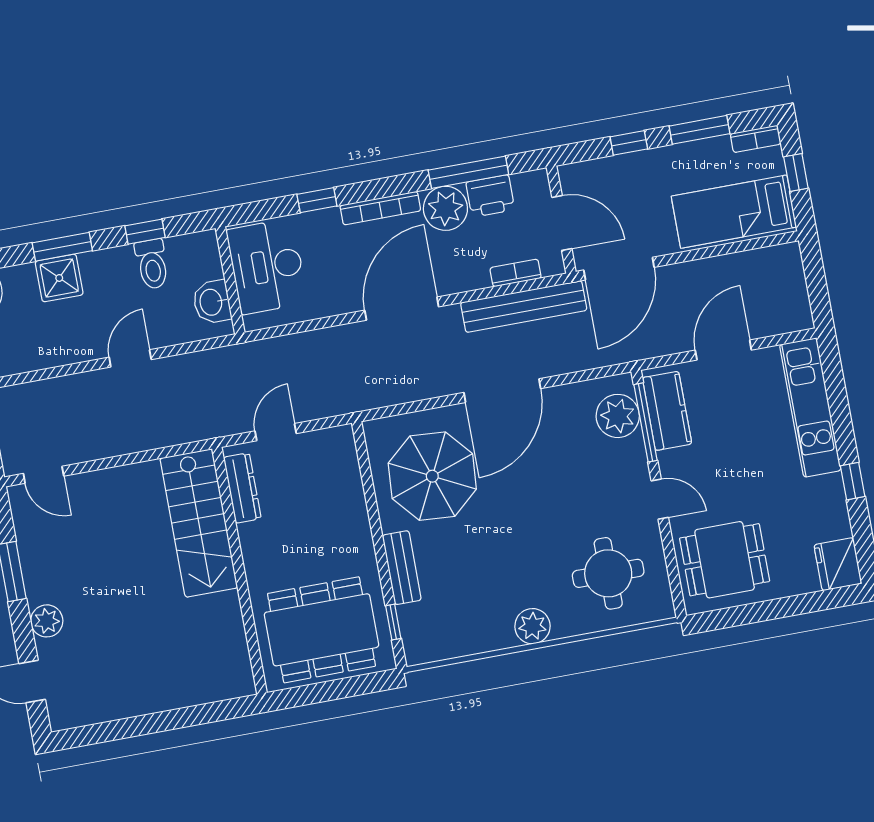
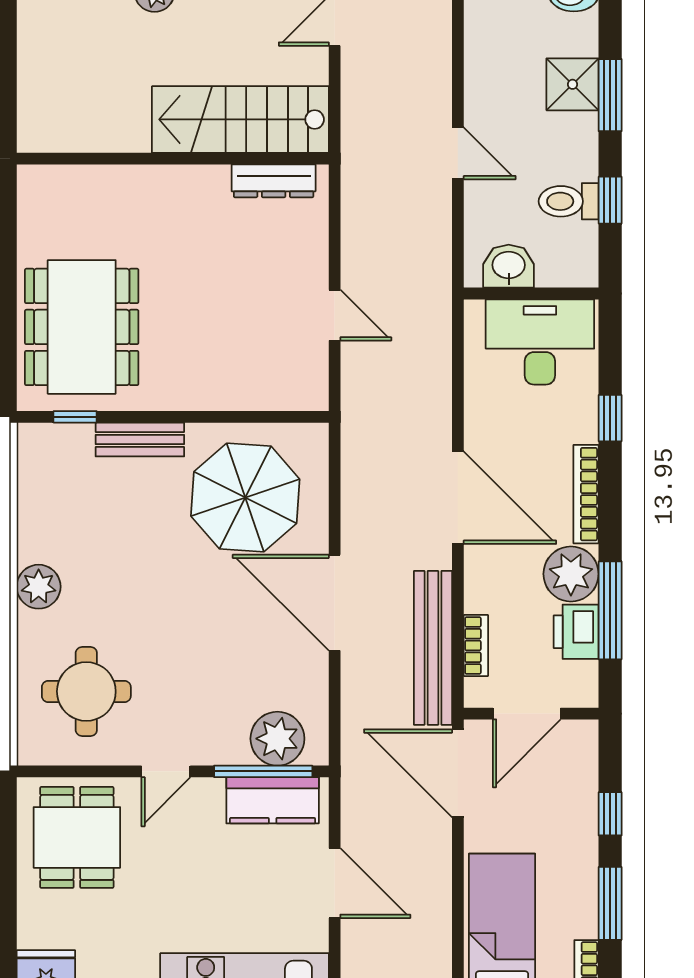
dresser: (242, 488) -> (274, 181), moved
stairs: (199, 523) -> (240, 119), moved
wall: (239, 571) -> (173, 159), moved

